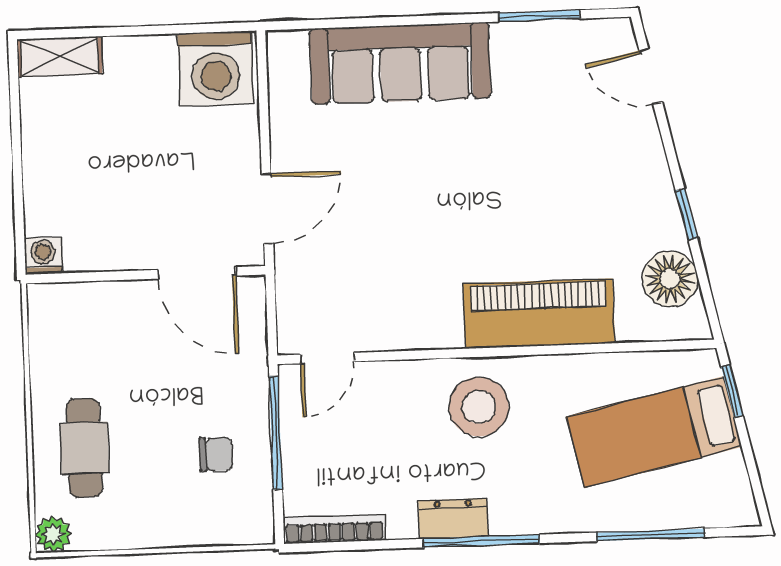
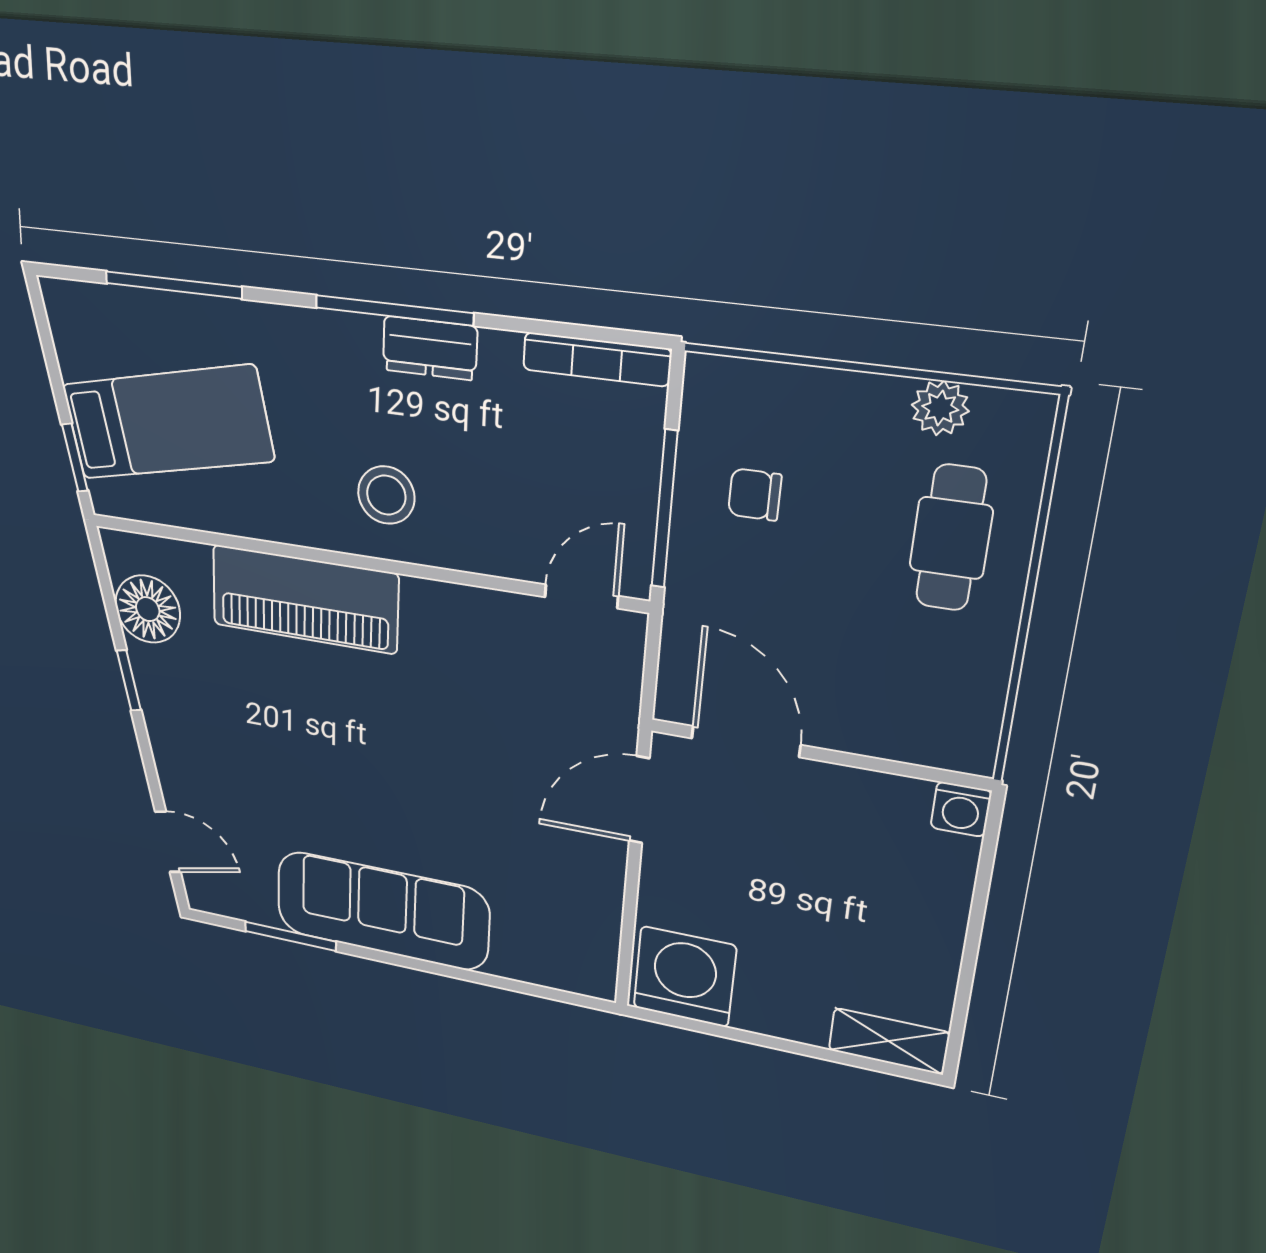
sofa: (400, 63) -> (382, 911), moved
stool: (479, 407) -> (386, 495), width x0.73, depth x0.73
plant: (53, 534) -> (940, 408), moved

